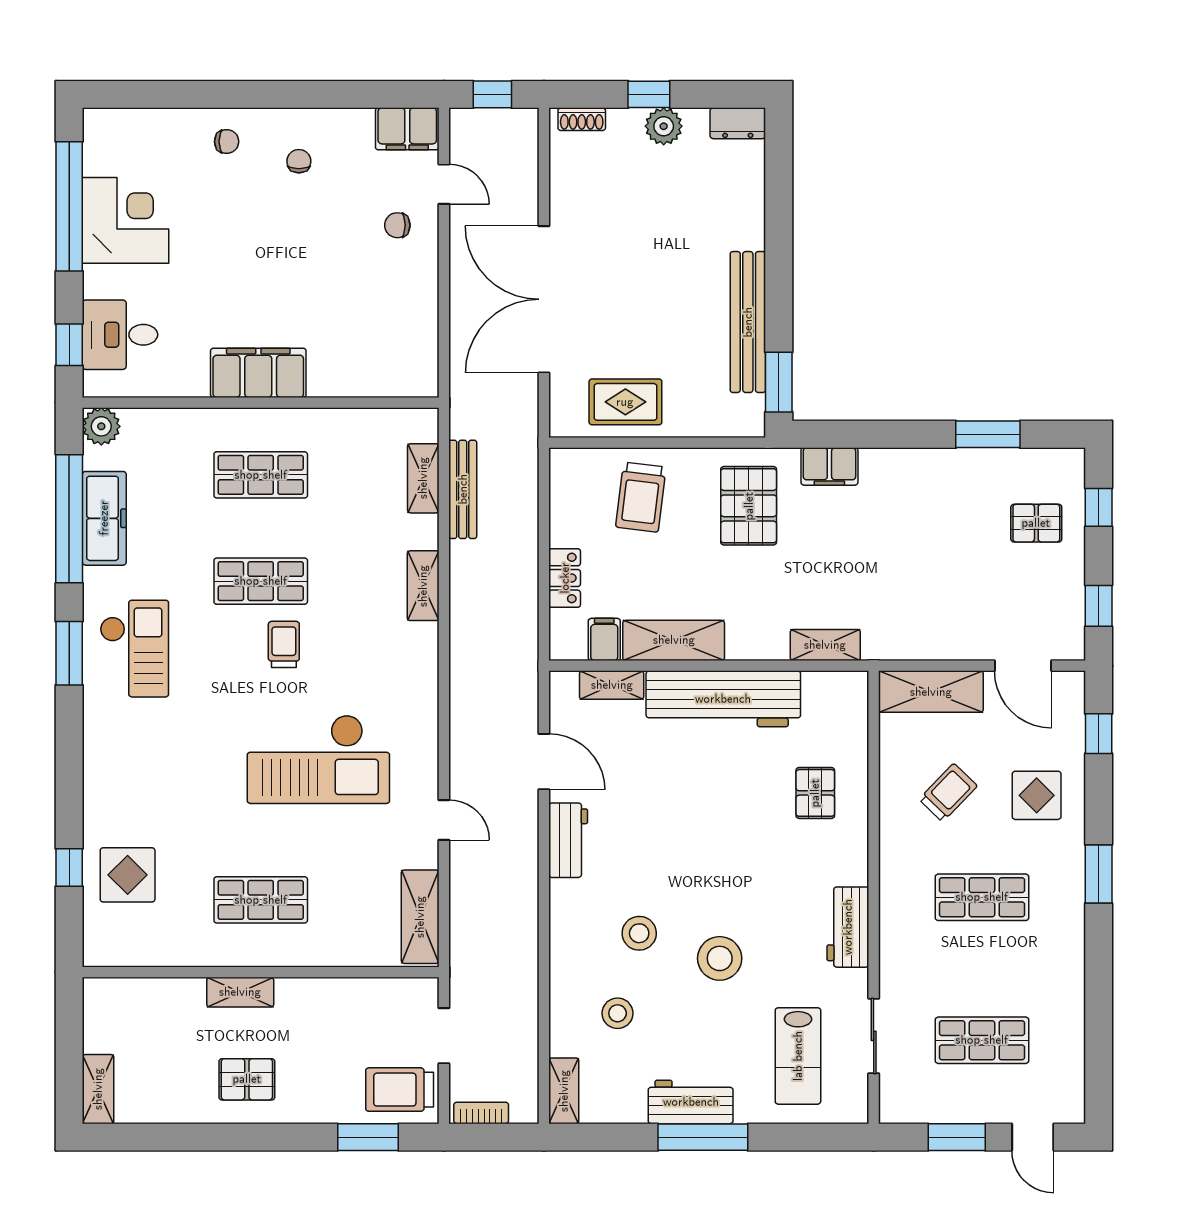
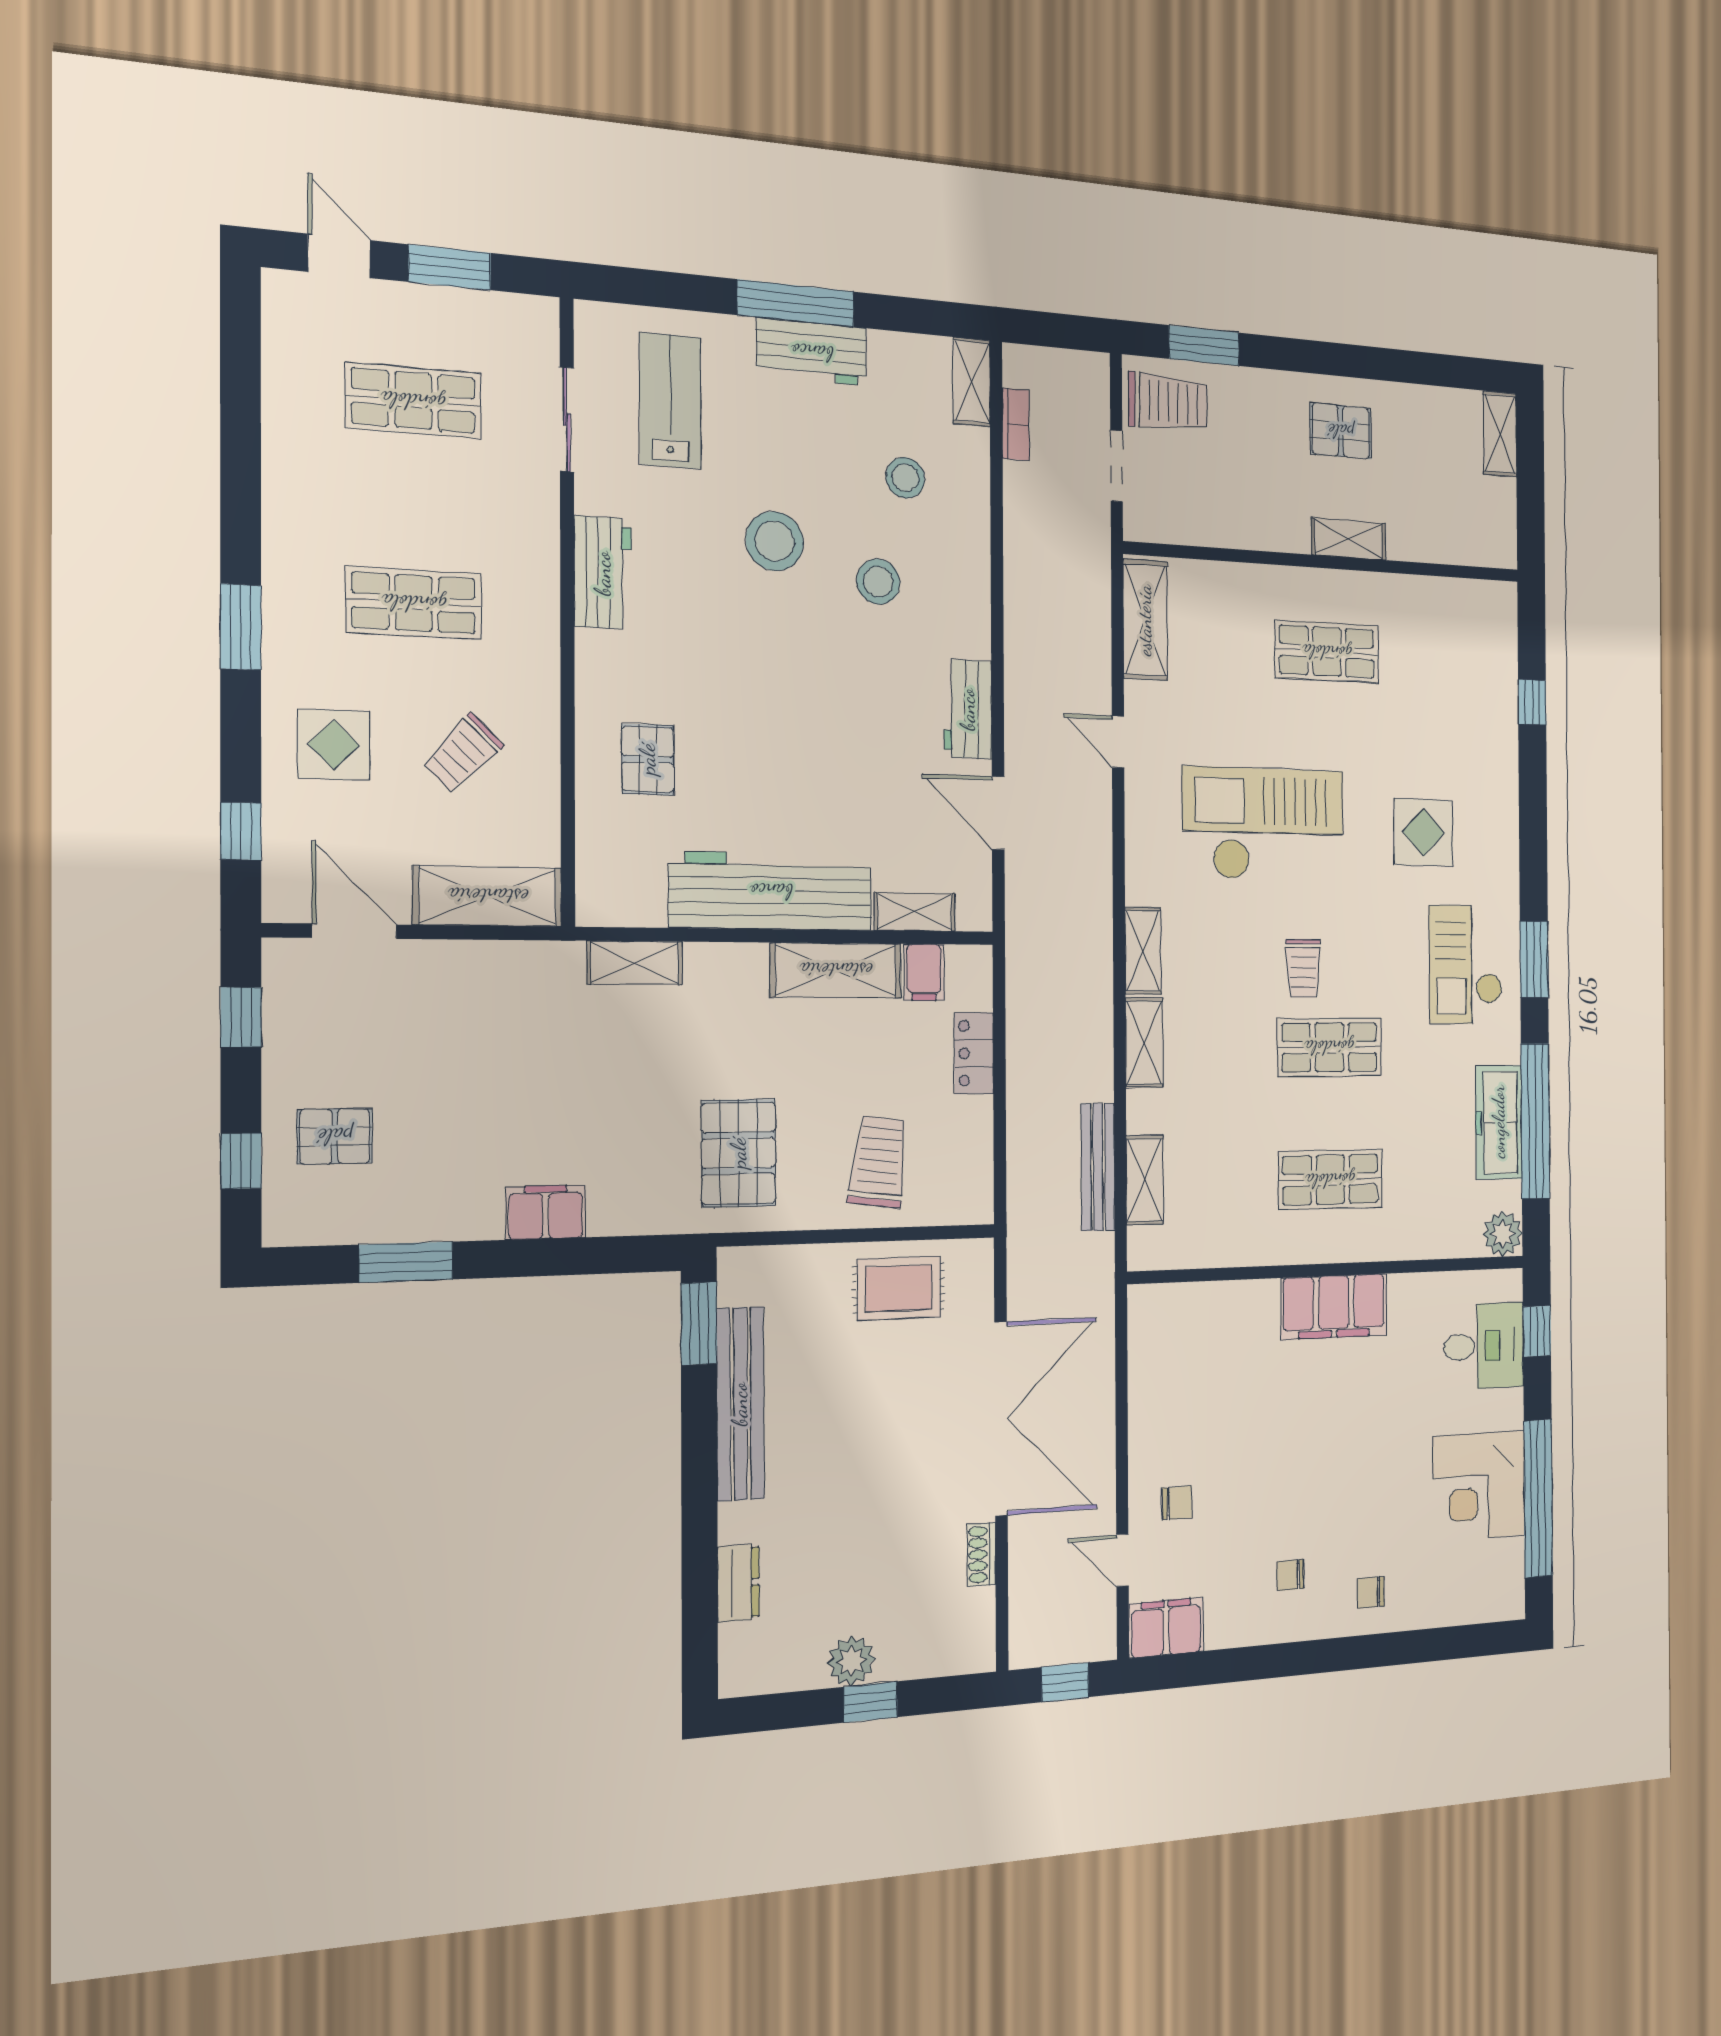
shoe rack: (582, 119) -> (981, 1554), moved, turned -90
dresser: (738, 123) -> (738, 1583), moved, turned 90
chair: (299, 161) -> (1290, 1575), turned 90
filing cabinet: (829, 466) -> (546, 1212), moved
shelving: (424, 657) -> (1143, 951), added
display table: (128, 875) -> (1423, 832), moved
bookcase: (481, 1113) -> (1016, 424), moved, turned -90

